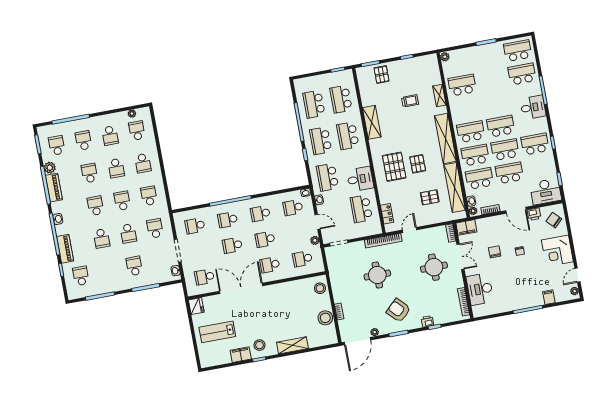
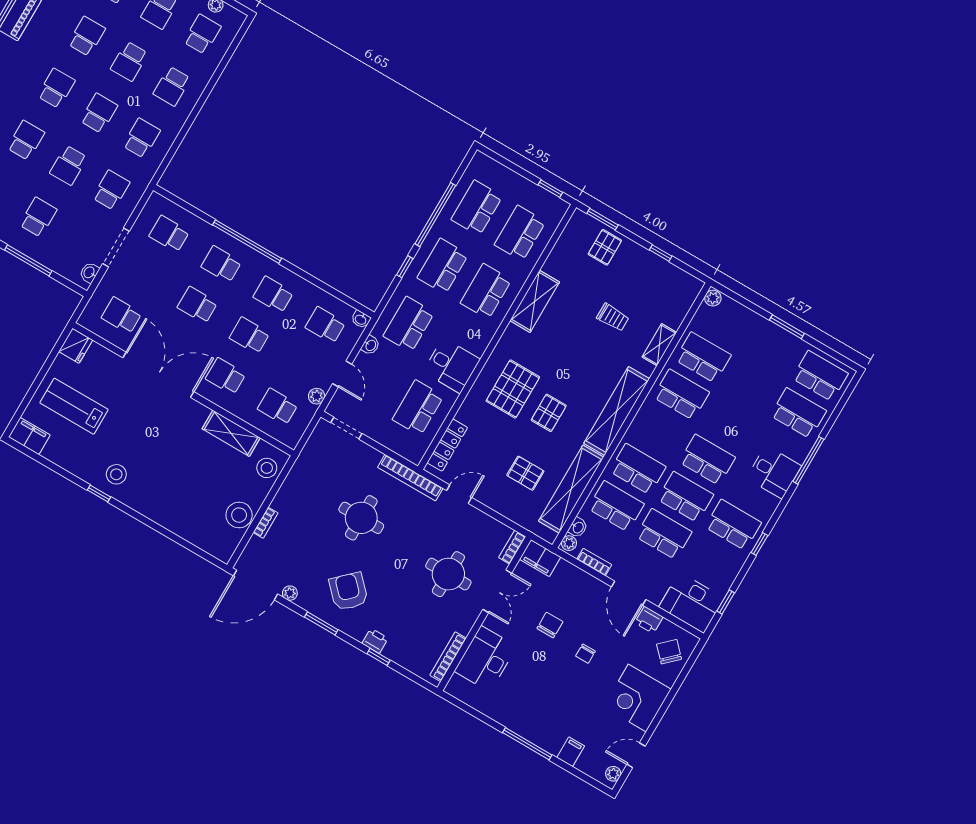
school desk: (471, 132) -> (681, 395), moved
locker: (387, 214) -> (447, 445), width x1.53
school desk: (102, 238) -> (26, 140), turned 180
shelving: (292, 345) -> (231, 433), moved
filing cabinet: (241, 355) -> (29, 436), moved

